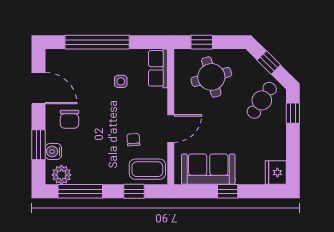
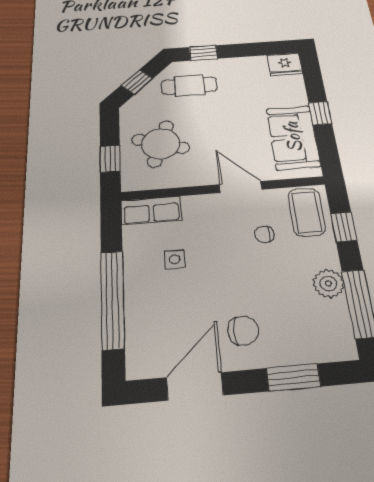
round table: (211, 77) -> (160, 144), turned 34
cafe table: (262, 100) -> (189, 86), turned -34
water cooler: (53, 151) -> (301, 352), removed
plant: (61, 175) -> (328, 284), moved

